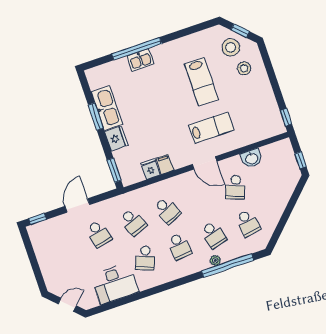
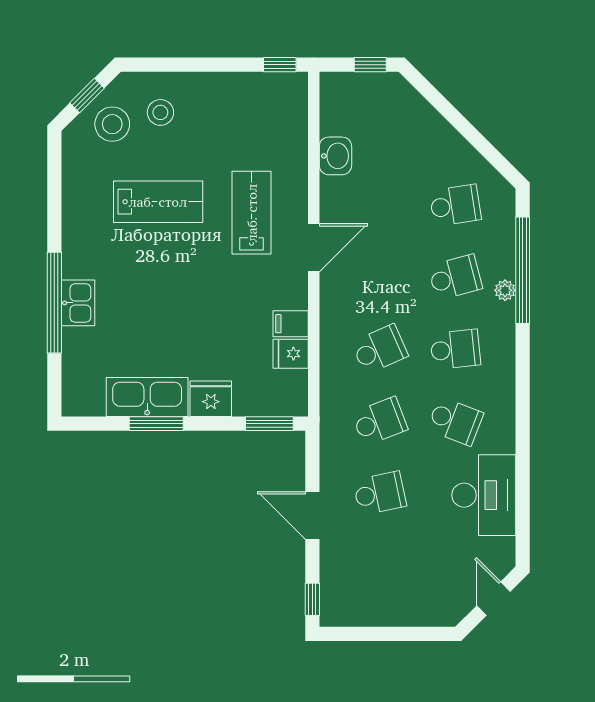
school desk: (235, 187) -> (380, 205), removed

